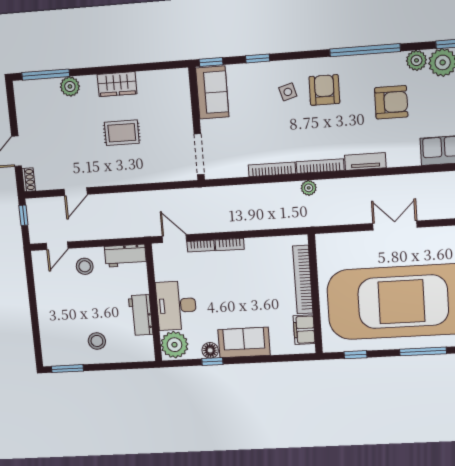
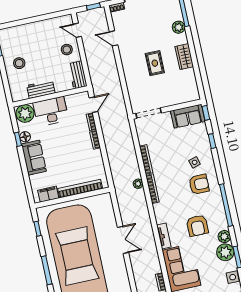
tv unit: (365, 162) -> (164, 236), moved

